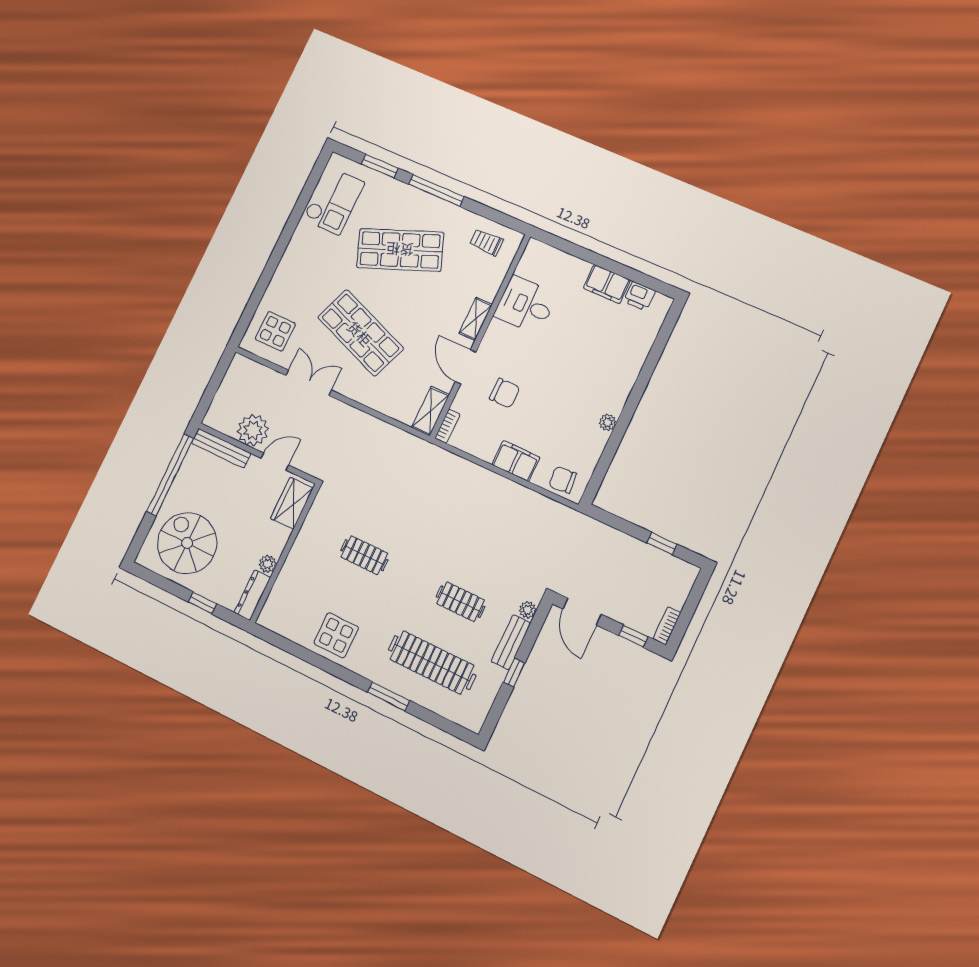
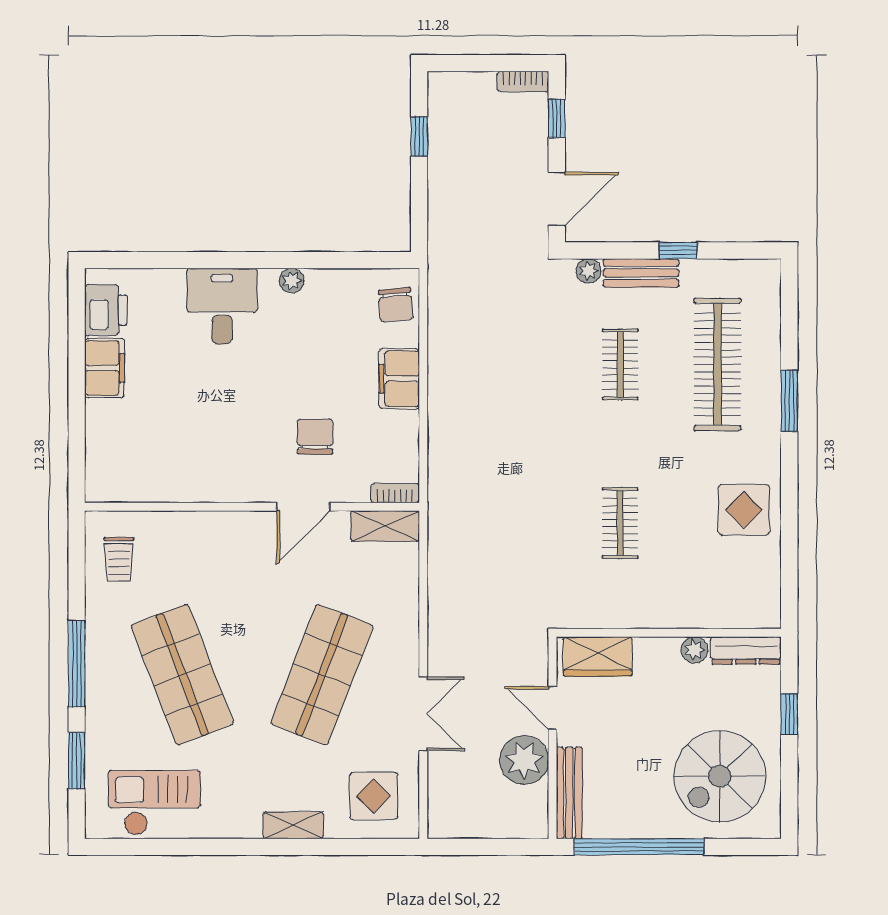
printer: (639, 296) -> (106, 310), width x1.36, depth x1.24
desk: (526, 305) -> (222, 306), moved, turned 180
shelving: (476, 319) -> (293, 825), moved
double door: (309, 383) -> (423, 714), swing flipped

